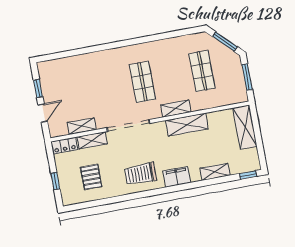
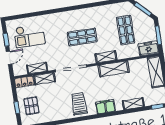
checkout: (70, 82) -> (29, 36), added
shop shelf: (142, 82) -> (82, 37), turned 90
freezer: (234, 95) -> (149, 48), added
trolley: (140, 174) -> (79, 104), turned 90
pallet: (91, 177) -> (31, 106), moved

